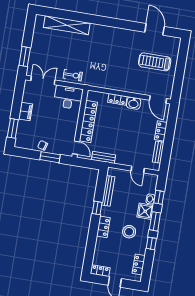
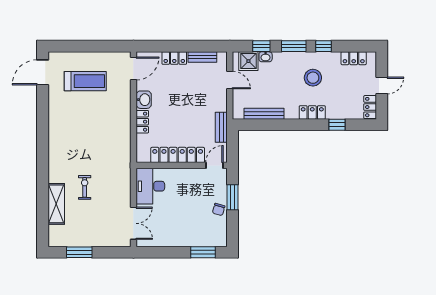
shelving: (67, 25) -> (56, 204), width x0.68
door: (155, 29) -> (43, 72), moved
window: (25, 57) -> (79, 252), moved
treadmill: (155, 62) -> (85, 81), turned -90
exercise bike: (73, 75) -> (85, 187), moved
double door: (43, 80) -> (133, 223), swing flipped
filing cabinet: (26, 112) -> (178, 239), removed
door: (138, 170) -> (230, 80), hinge flipped
window: (97, 208) -> (337, 125), moved
shower: (145, 211) -> (248, 61), moved

